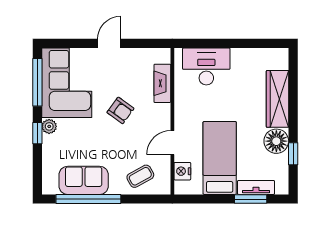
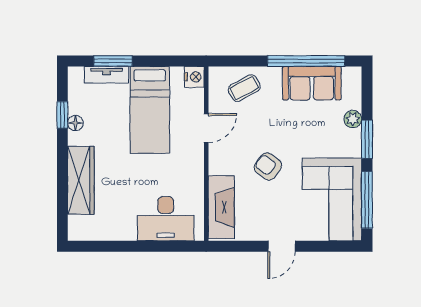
fireplace: (162, 83) -> (221, 207), width x1.37, depth x1.32
plant: (49, 126) -> (353, 119), moved
window: (37, 133) -> (367, 139), width x1.50
floor lamp: (276, 141) -> (75, 123), width x0.53, depth x0.53
nightstand: (182, 171) -> (194, 77), moved

